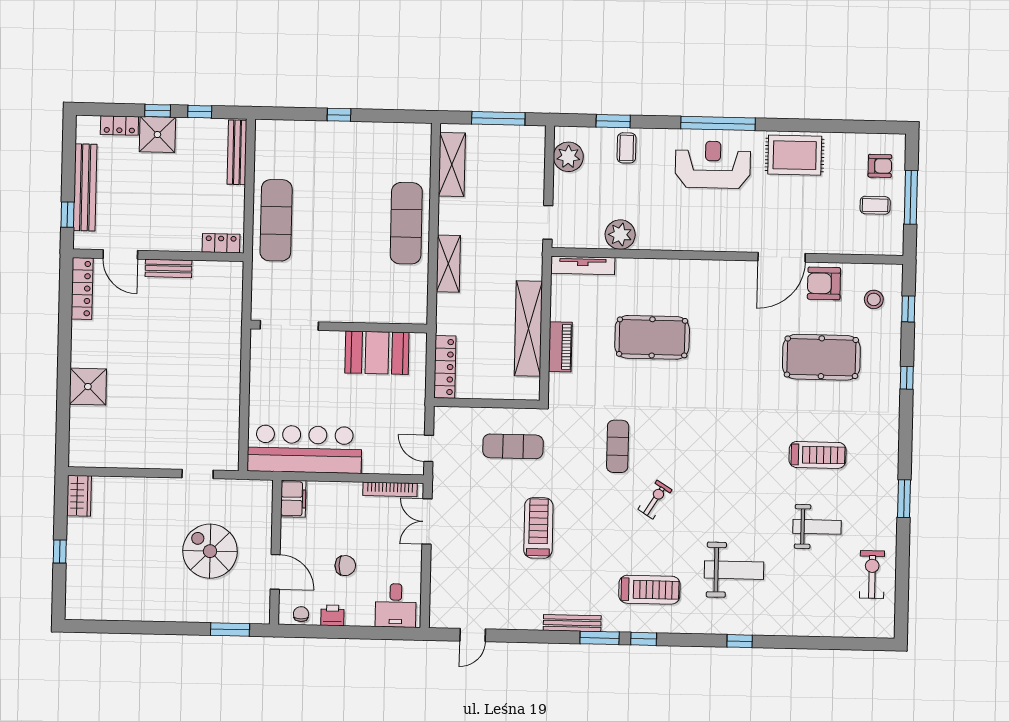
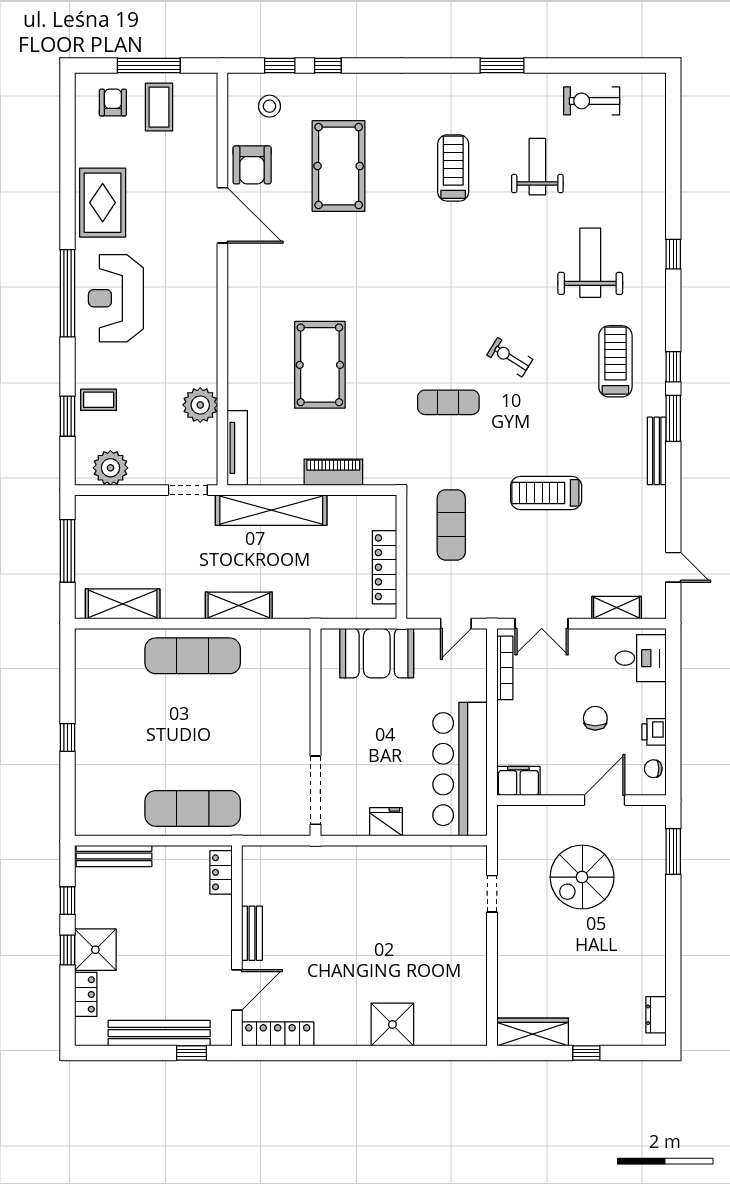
coffee table: (875, 205) -> (159, 107), width x1.36, depth x1.30
shelving: (528, 329) -> (271, 510), moved
booth: (377, 353) -> (377, 653), moved, turned 90
locker: (445, 367) -> (384, 567), moved, turned -90
window: (907, 378) -> (328, 65), moved
fridge: (261, 385) -> (386, 822), added
wardrobe: (79, 496) -> (533, 1032), width x1.50
shelving: (439, 586) -> (617, 608), added
dresser: (91, 612) -> (656, 1015), added

